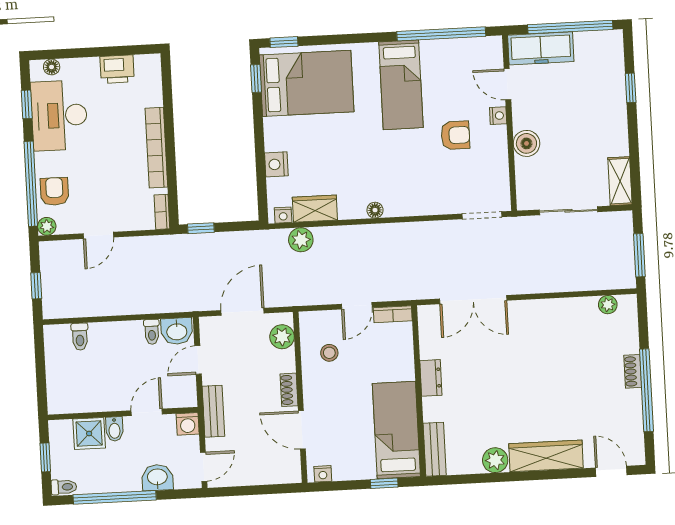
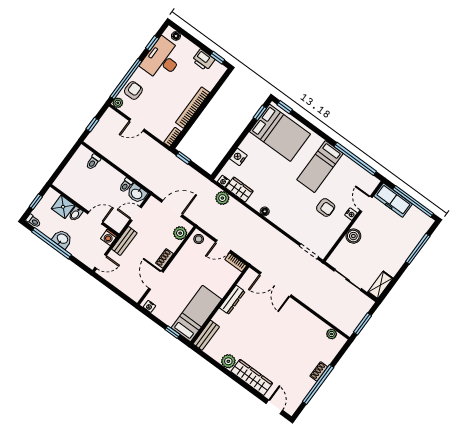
window: (134, 50) -> (217, 58), added
window: (631, 88) -> (418, 249), width x2.17
stool: (329, 353) -> (199, 239), moved
dresser: (431, 378) -> (232, 300), width x1.44
washbasin: (157, 478) -> (62, 239), moved

